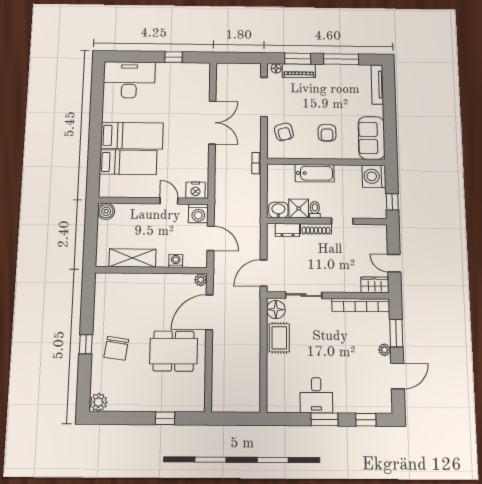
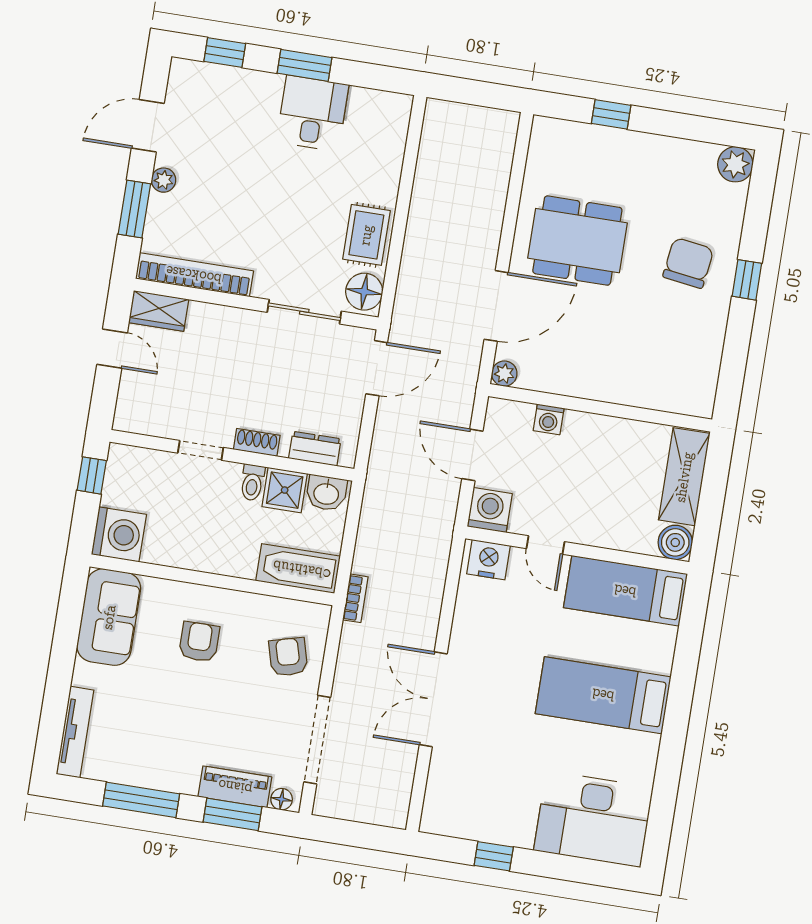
bed: (128, 162) -> (625, 591), moved
bathtub: (315, 173) -> (298, 569), moved
shoe rack: (316, 229) -> (257, 442), width x0.70
shelving: (133, 258) -> (684, 477), moved, turned 90

